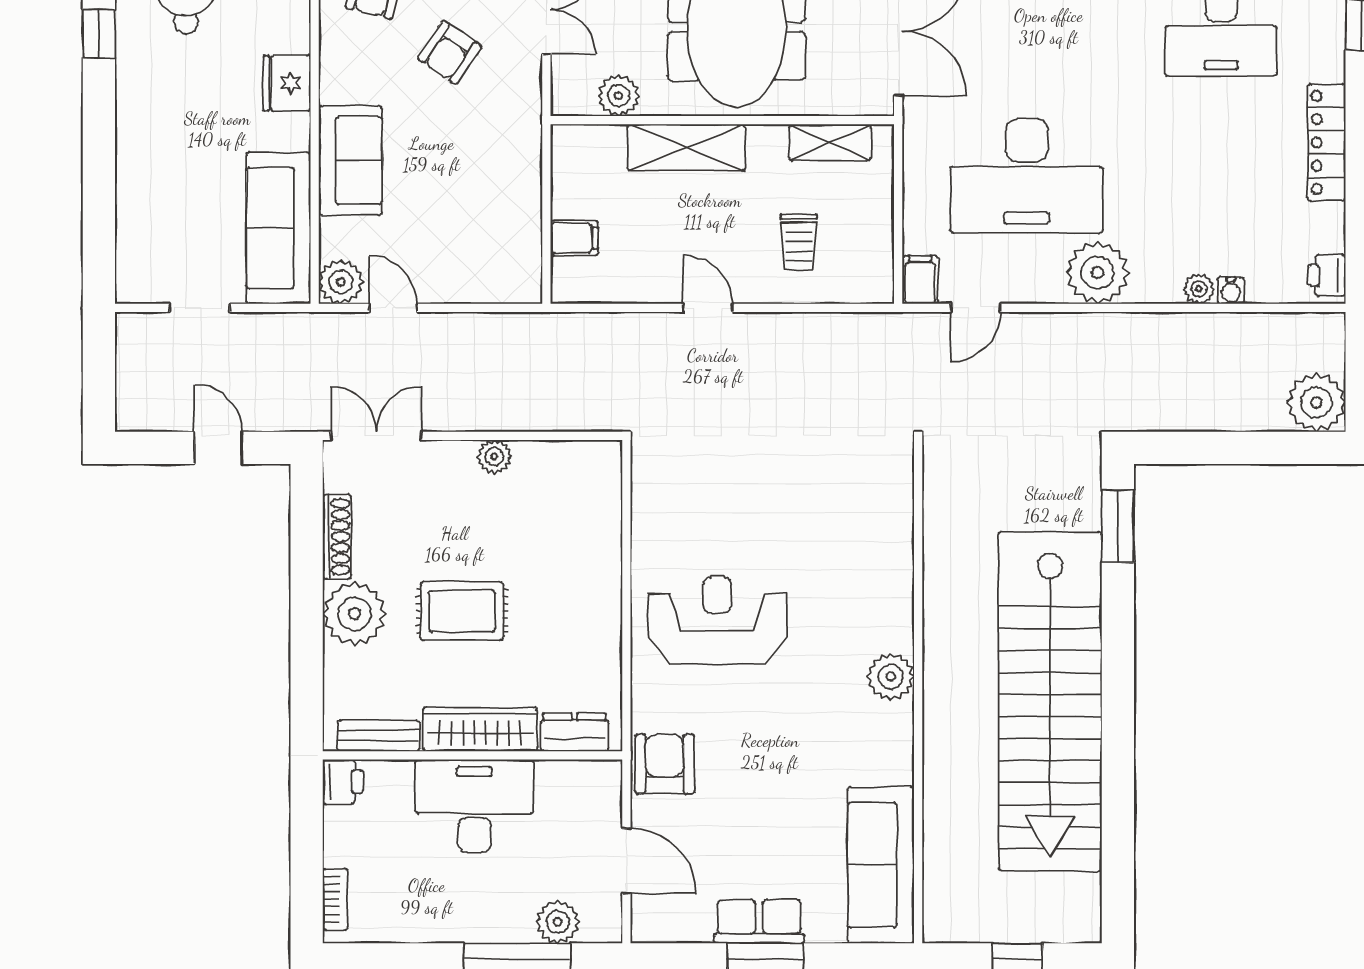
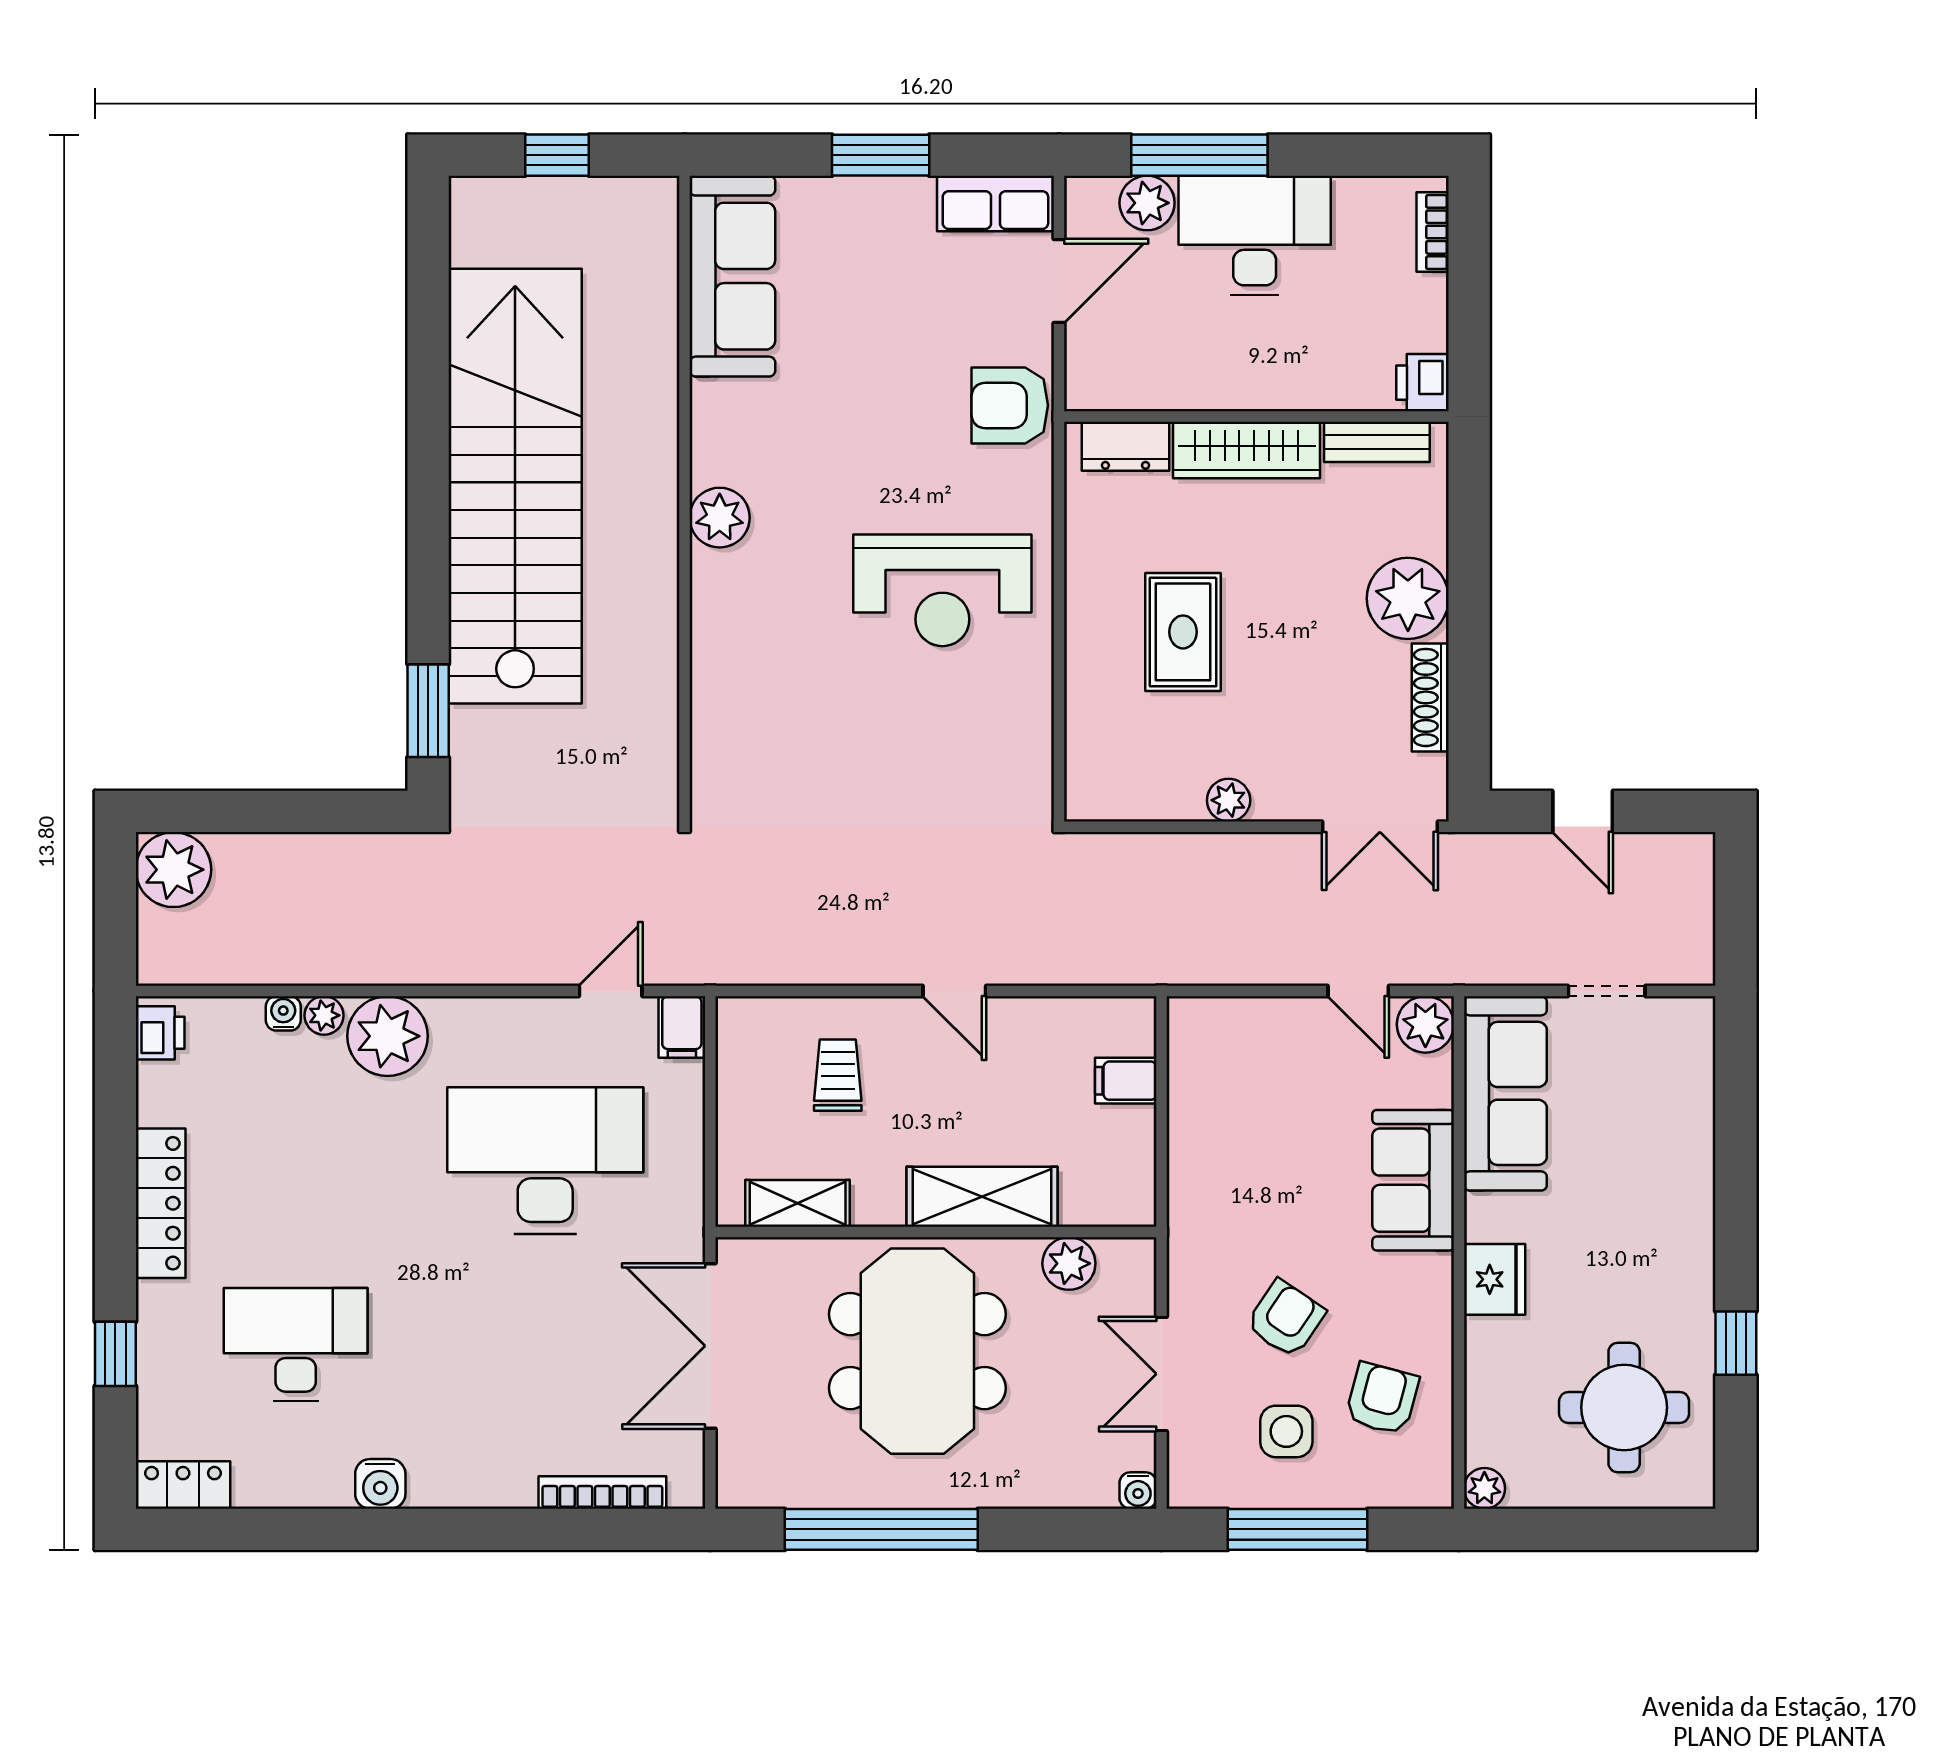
plant: (1098, 273) -> (388, 1036), moved
rug: (462, 611) -> (1183, 632), moved, turned 90
armchair: (665, 764) -> (1010, 405), turned 90
desk: (474, 806) -> (1255, 235), moved, turned 180
door: (626, 861) -> (1059, 281), swing flipped
row of seats: (759, 922) -> (995, 203), moved

